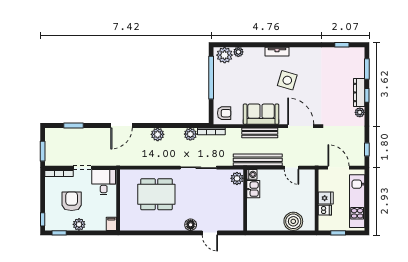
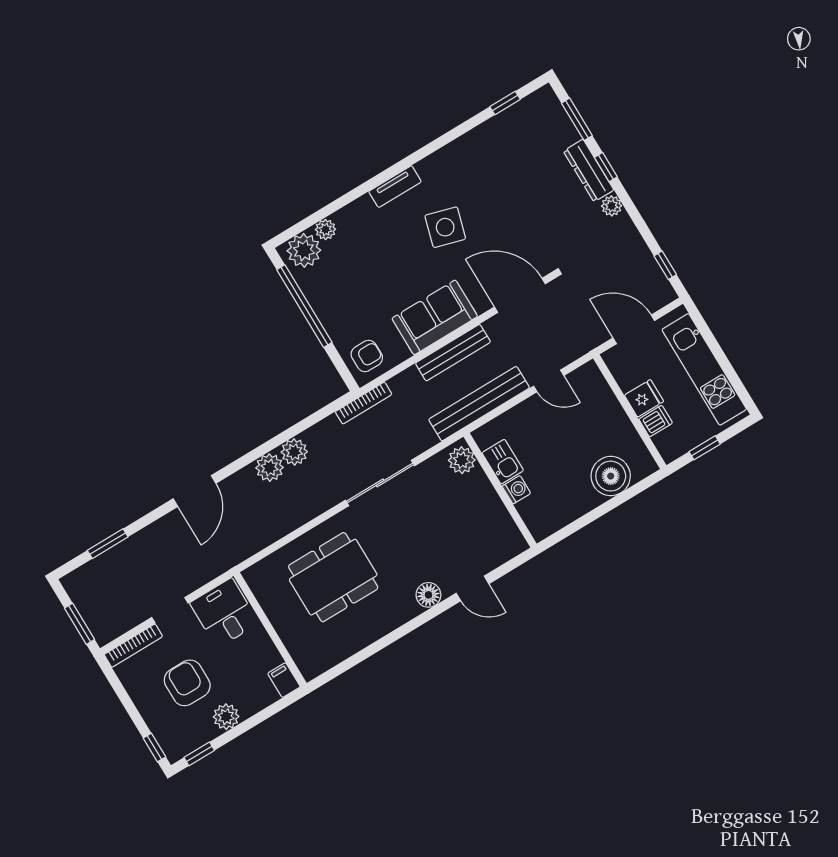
plant: (190, 134) -> (294, 452), moved
washing machine: (252, 174) -> (516, 490), moved

